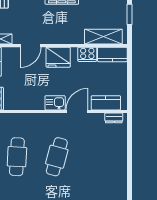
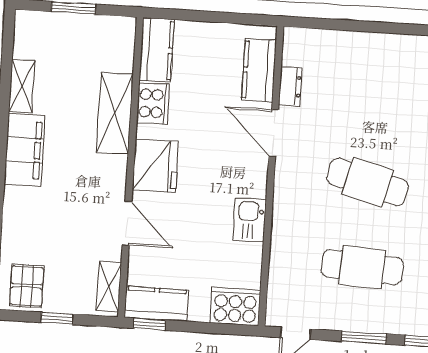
shelving: (103, 37) -> (115, 113), moved
kitchen sink: (55, 103) -> (250, 220), moved
dresser: (114, 118) -> (290, 86), moved

